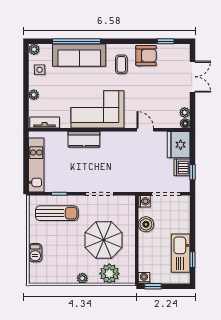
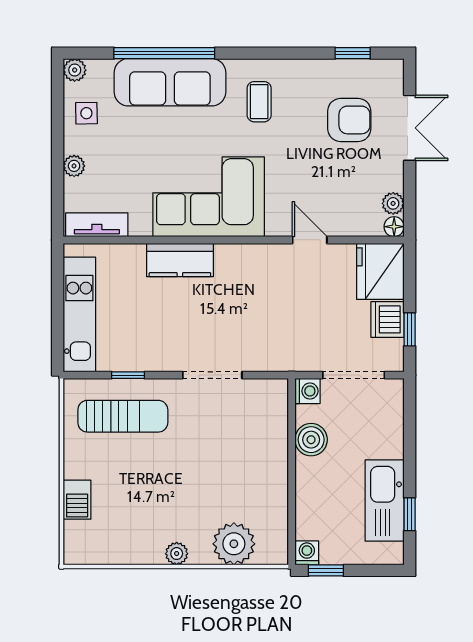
armchair: (146, 56) -> (349, 120), moved
parasol: (104, 240) -> (222, 473), removed

